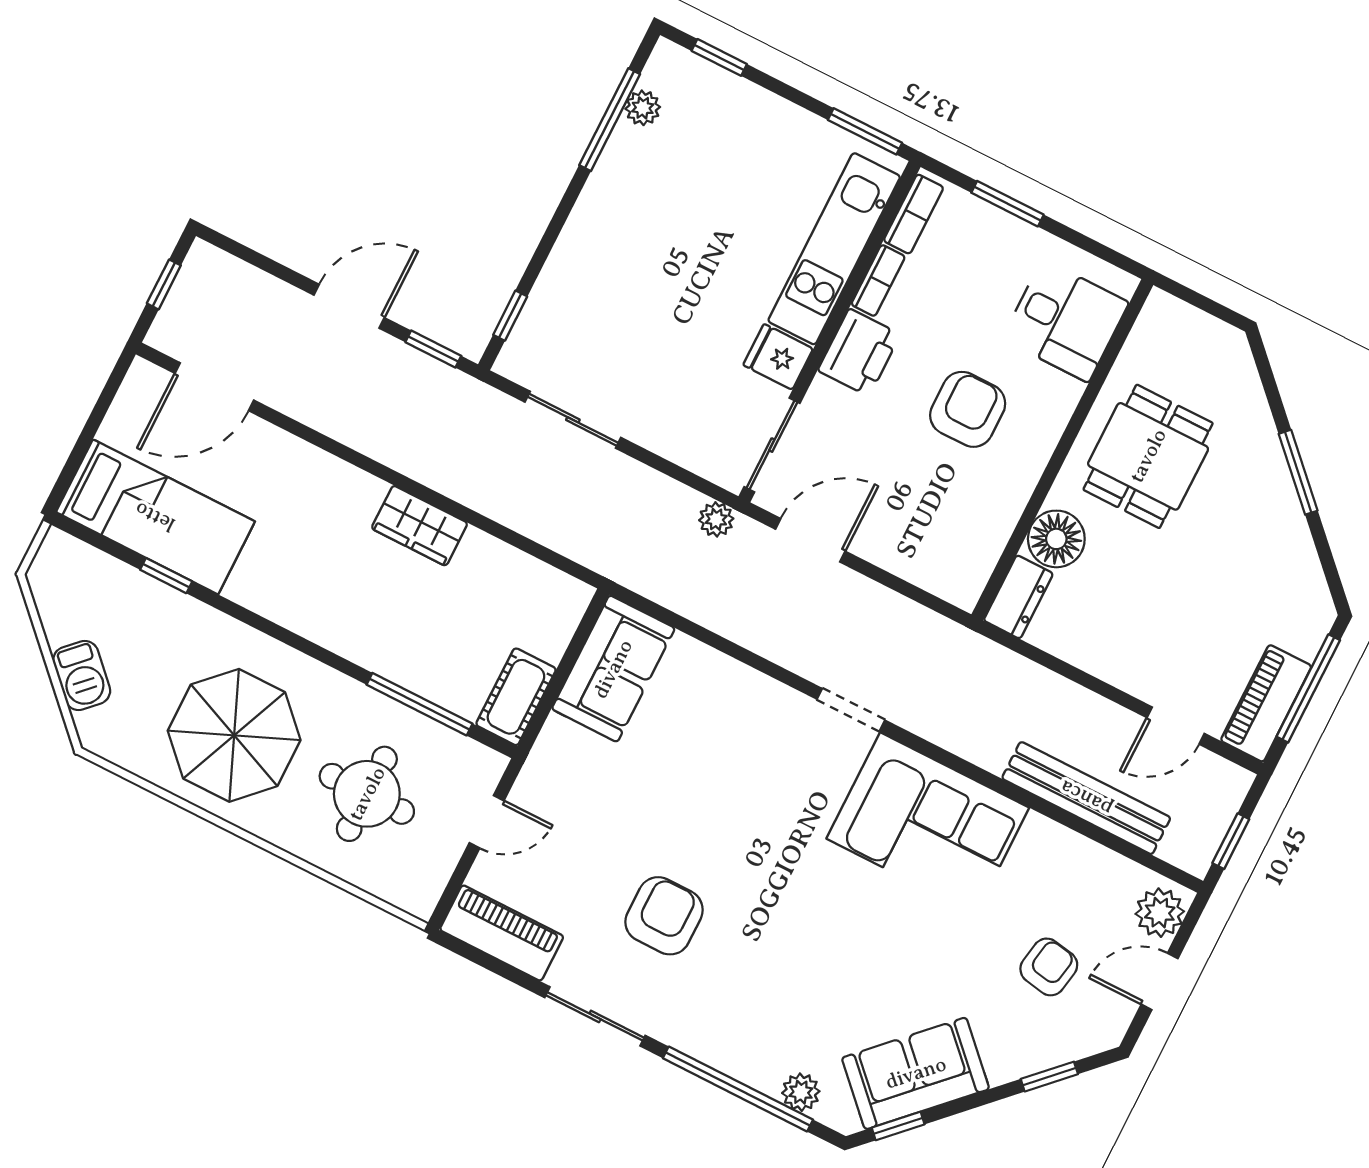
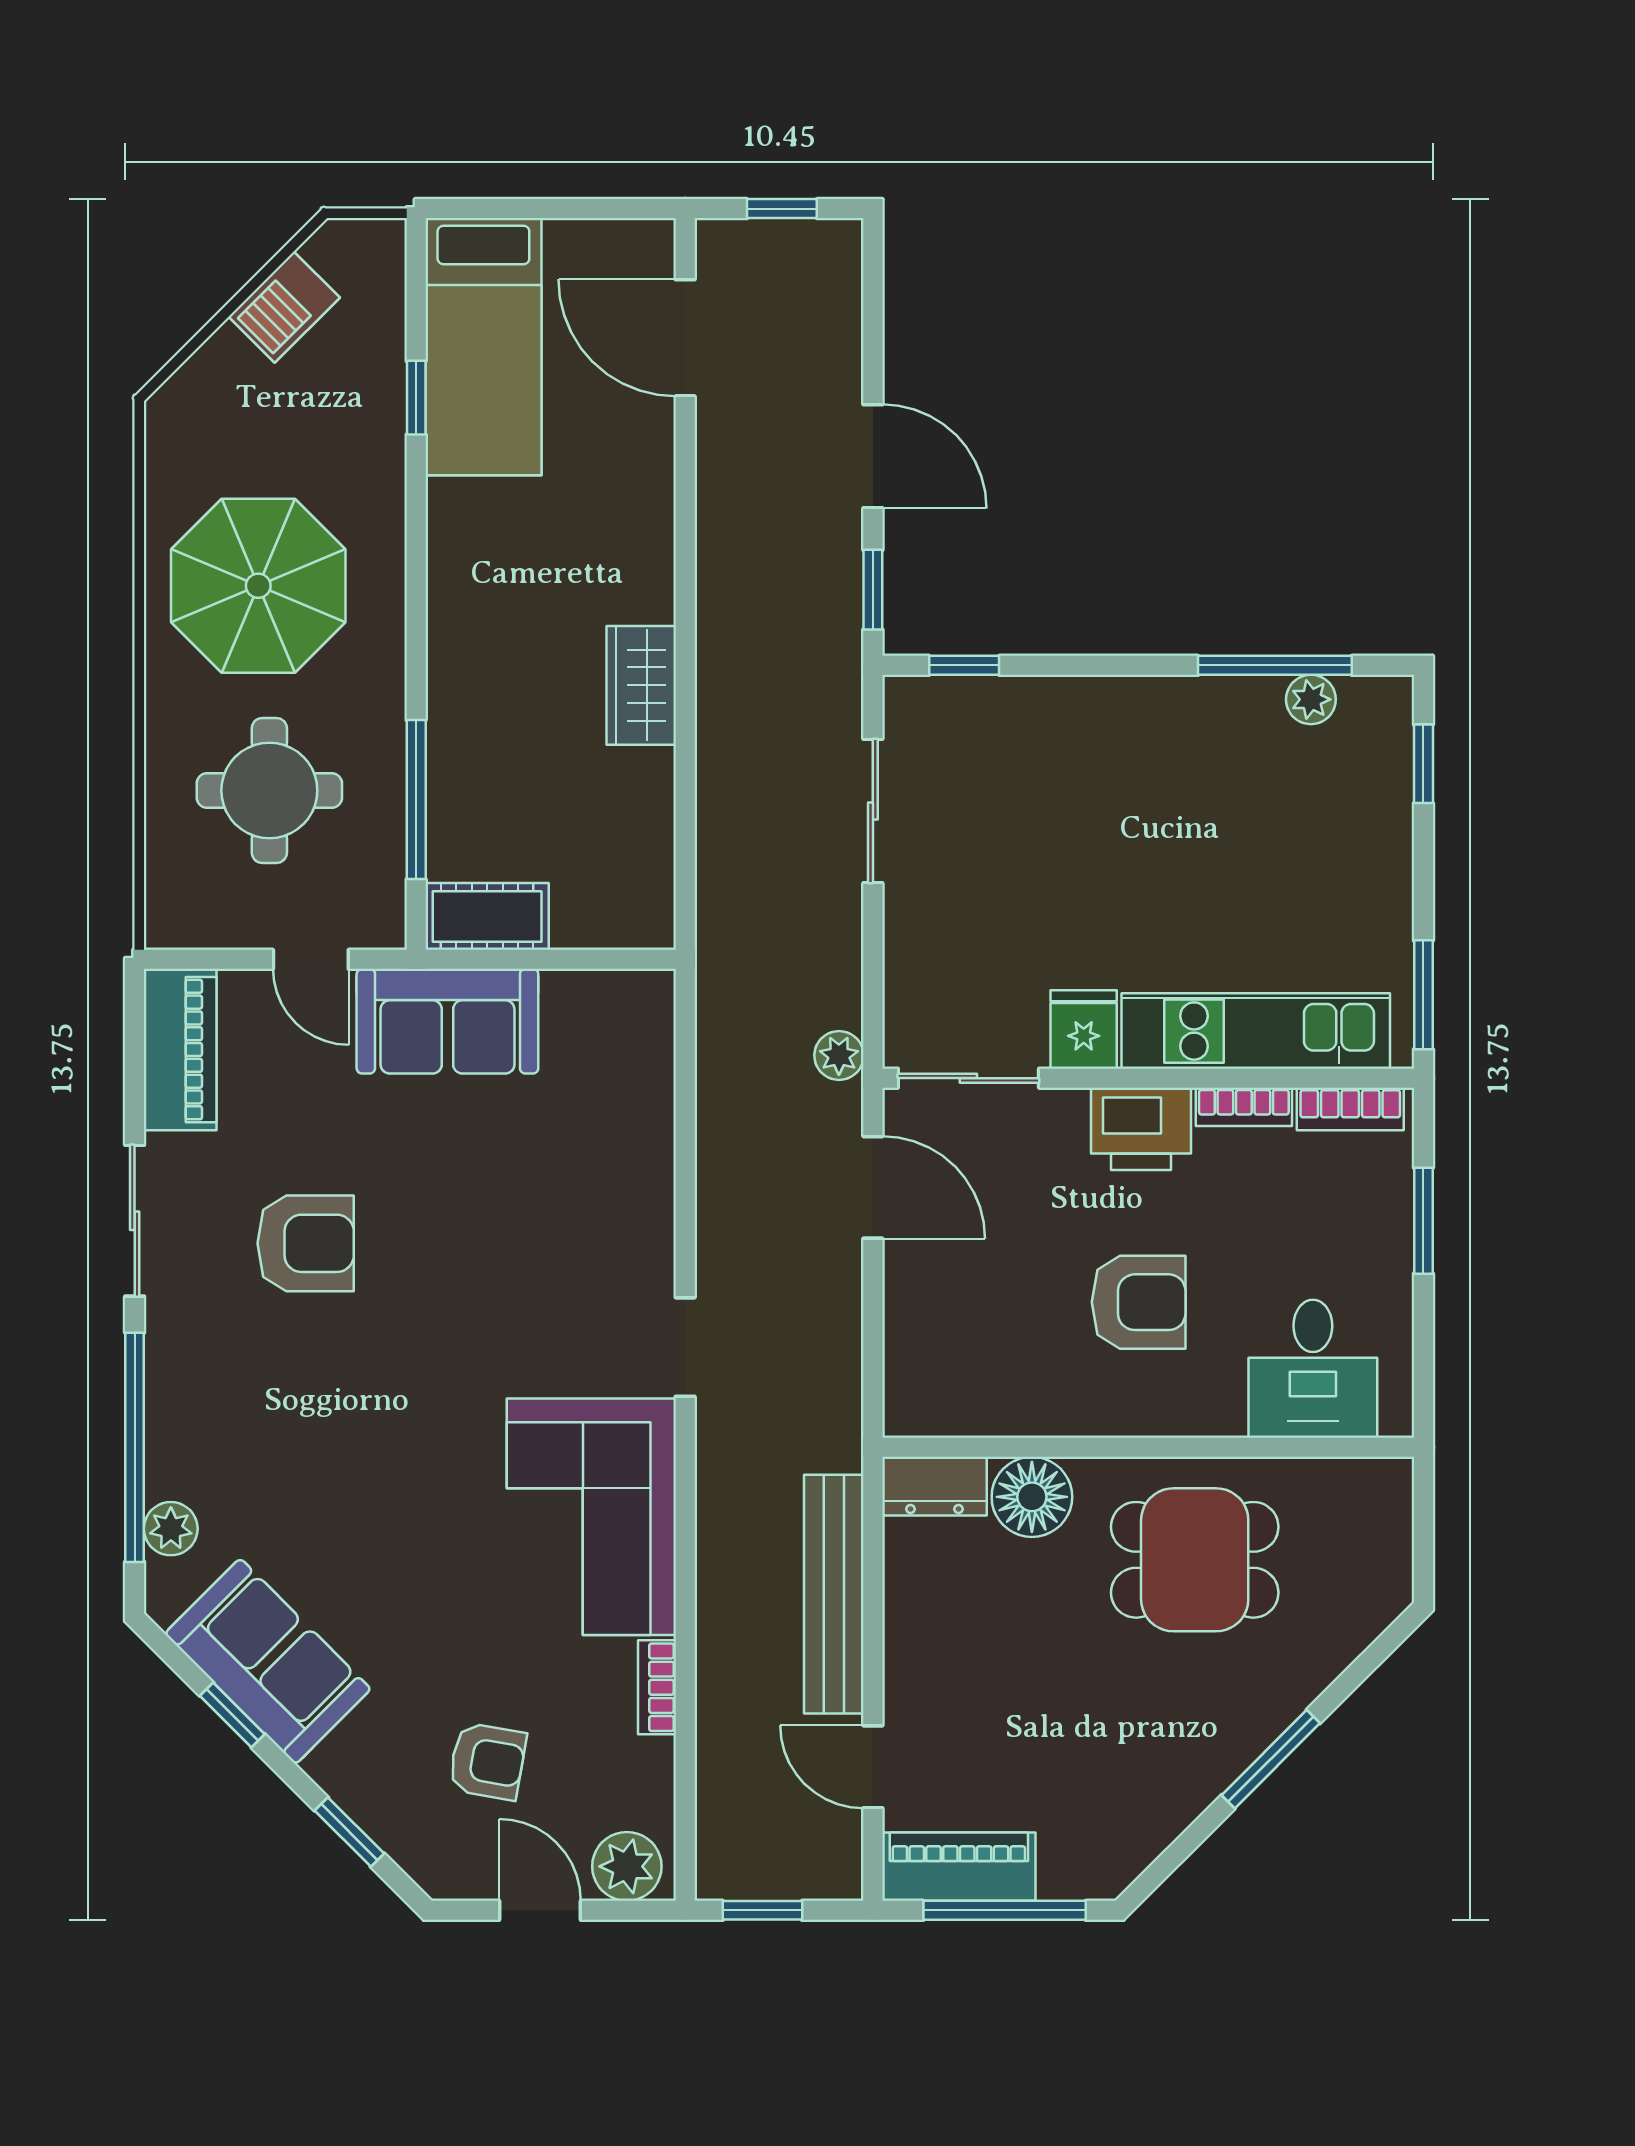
sofa: (613, 669) -> (447, 1021), moved
barbecue: (82, 675) -> (284, 307), moved
bench: (1086, 798) -> (834, 1594), moved
bookcase: (1056, 836) -> (657, 1687), added
window: (898, 1126) -> (232, 1715), moved

